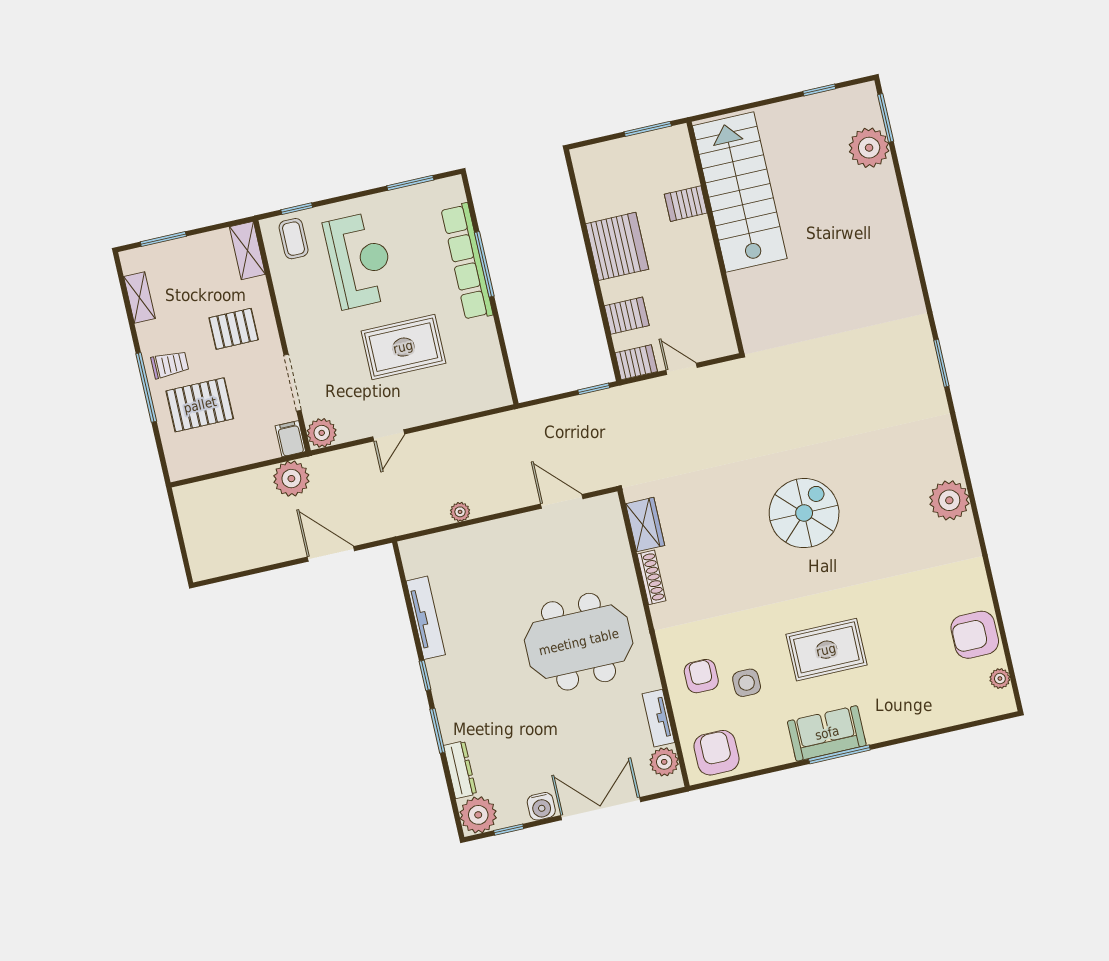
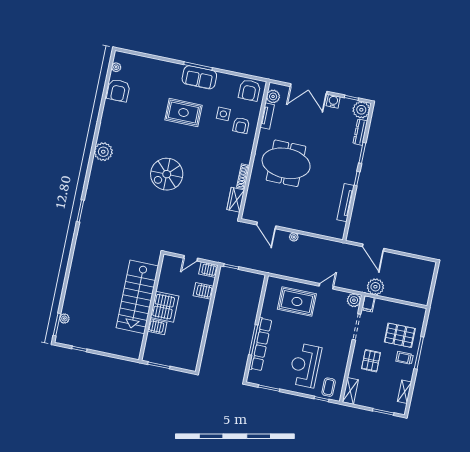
plant: (869, 148) -> (64, 319), width x0.53, depth x0.53
stairs: (740, 192) -> (137, 297), moved
server rack: (617, 246) -> (165, 307), moved, turned 180
pallet: (234, 329) -> (371, 361), turned 90
rug: (403, 347) -> (297, 302), moved
door: (682, 369) -> (191, 258), hinge flipped
plant: (460, 512) -> (294, 237), moved
armchair: (975, 635) -> (118, 90), turned 90

